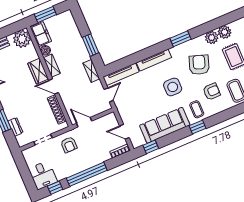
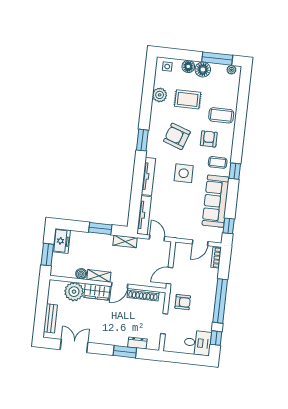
freezer: (41, 34) -> (61, 241), moved, turned 90
plant: (212, 38) -> (158, 110), removed
plant: (22, 39) -> (74, 292), moved

